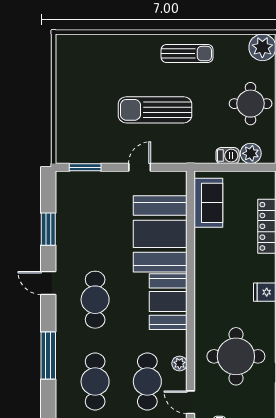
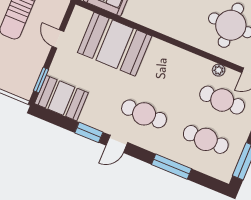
window: (48, 229) -> (89, 132), moved
booth: (168, 302) -> (61, 98), moved

